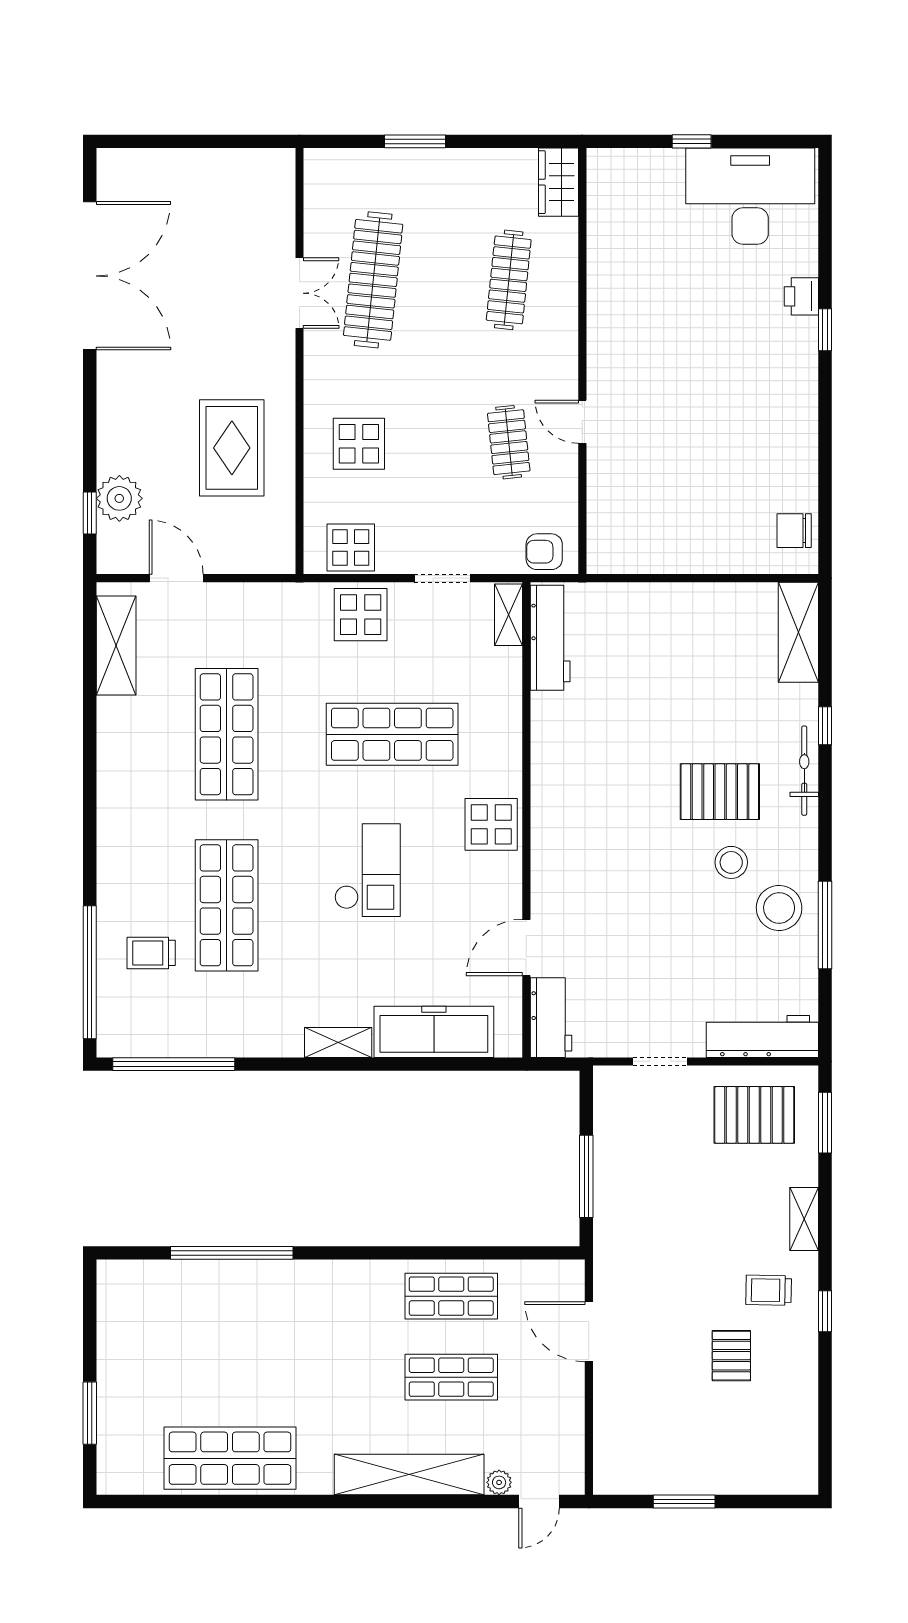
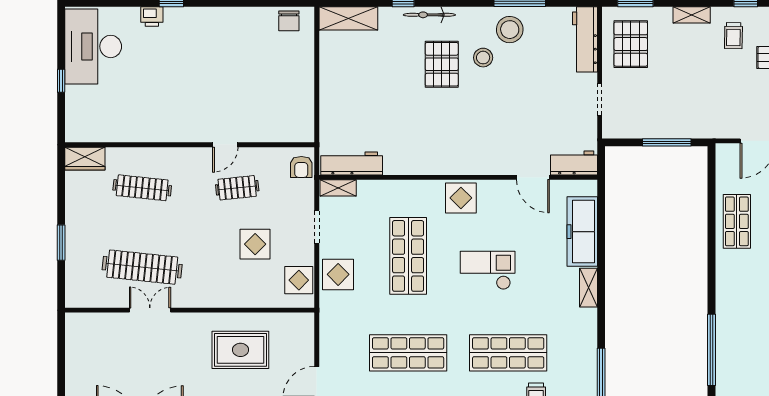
display table: (359, 444) -> (255, 244), moved

